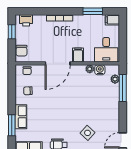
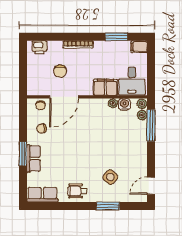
window: (12, 32) -> (23, 61), removed
chair: (21, 51) -> (60, 71), moved
filing cabinet: (78, 55) -> (105, 87), width x2.00
door: (58, 63) -> (64, 97), moved
plant: (115, 69) -> (142, 104), added
window: (12, 125) -> (23, 154), moved

